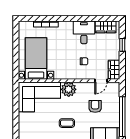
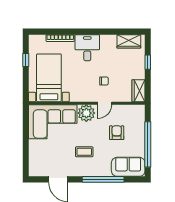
desk: (84, 32) -> (87, 48), moved
window: (16, 43) -> (26, 60), added
door: (101, 81) -> (105, 103), moved

